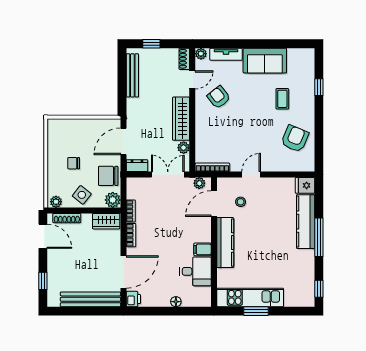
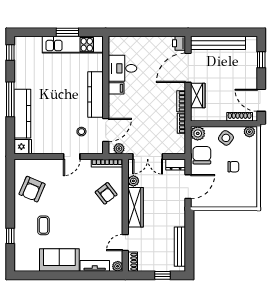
armchair: (219, 97) -> (106, 193), moved
chair: (108, 176) -> (202, 155), turned -90
wardrobe: (106, 221) -> (198, 96), moved, turned 90
floor lamp: (176, 302) -> (140, 41), removed

